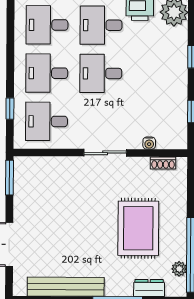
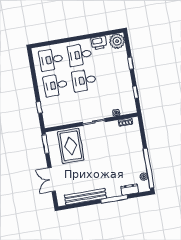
desk: (46, 121) -> (60, 111), removed
rug: (138, 228) -> (71, 146), moved

